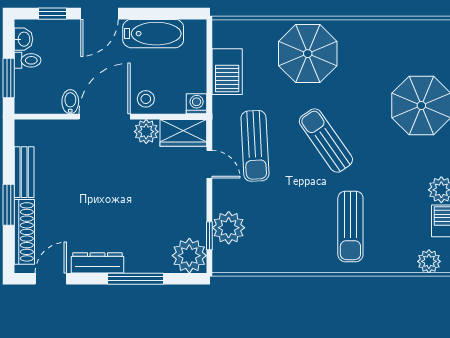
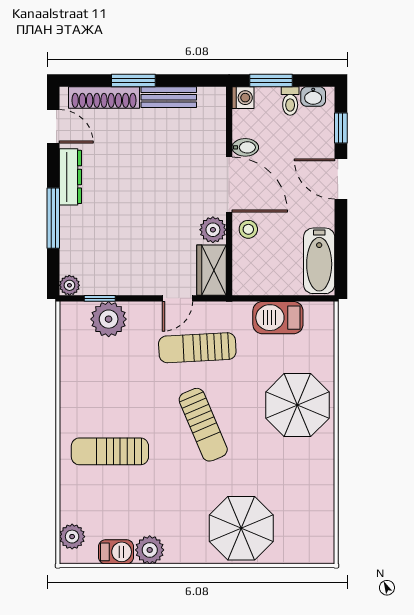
bathtub: (153, 34) -> (319, 261), moved
washing machine: (197, 104) -> (243, 98), moved
sun lounger: (326, 141) -> (203, 425), turned 102
plant: (189, 256) -> (69, 285), width x0.53, depth x0.53

